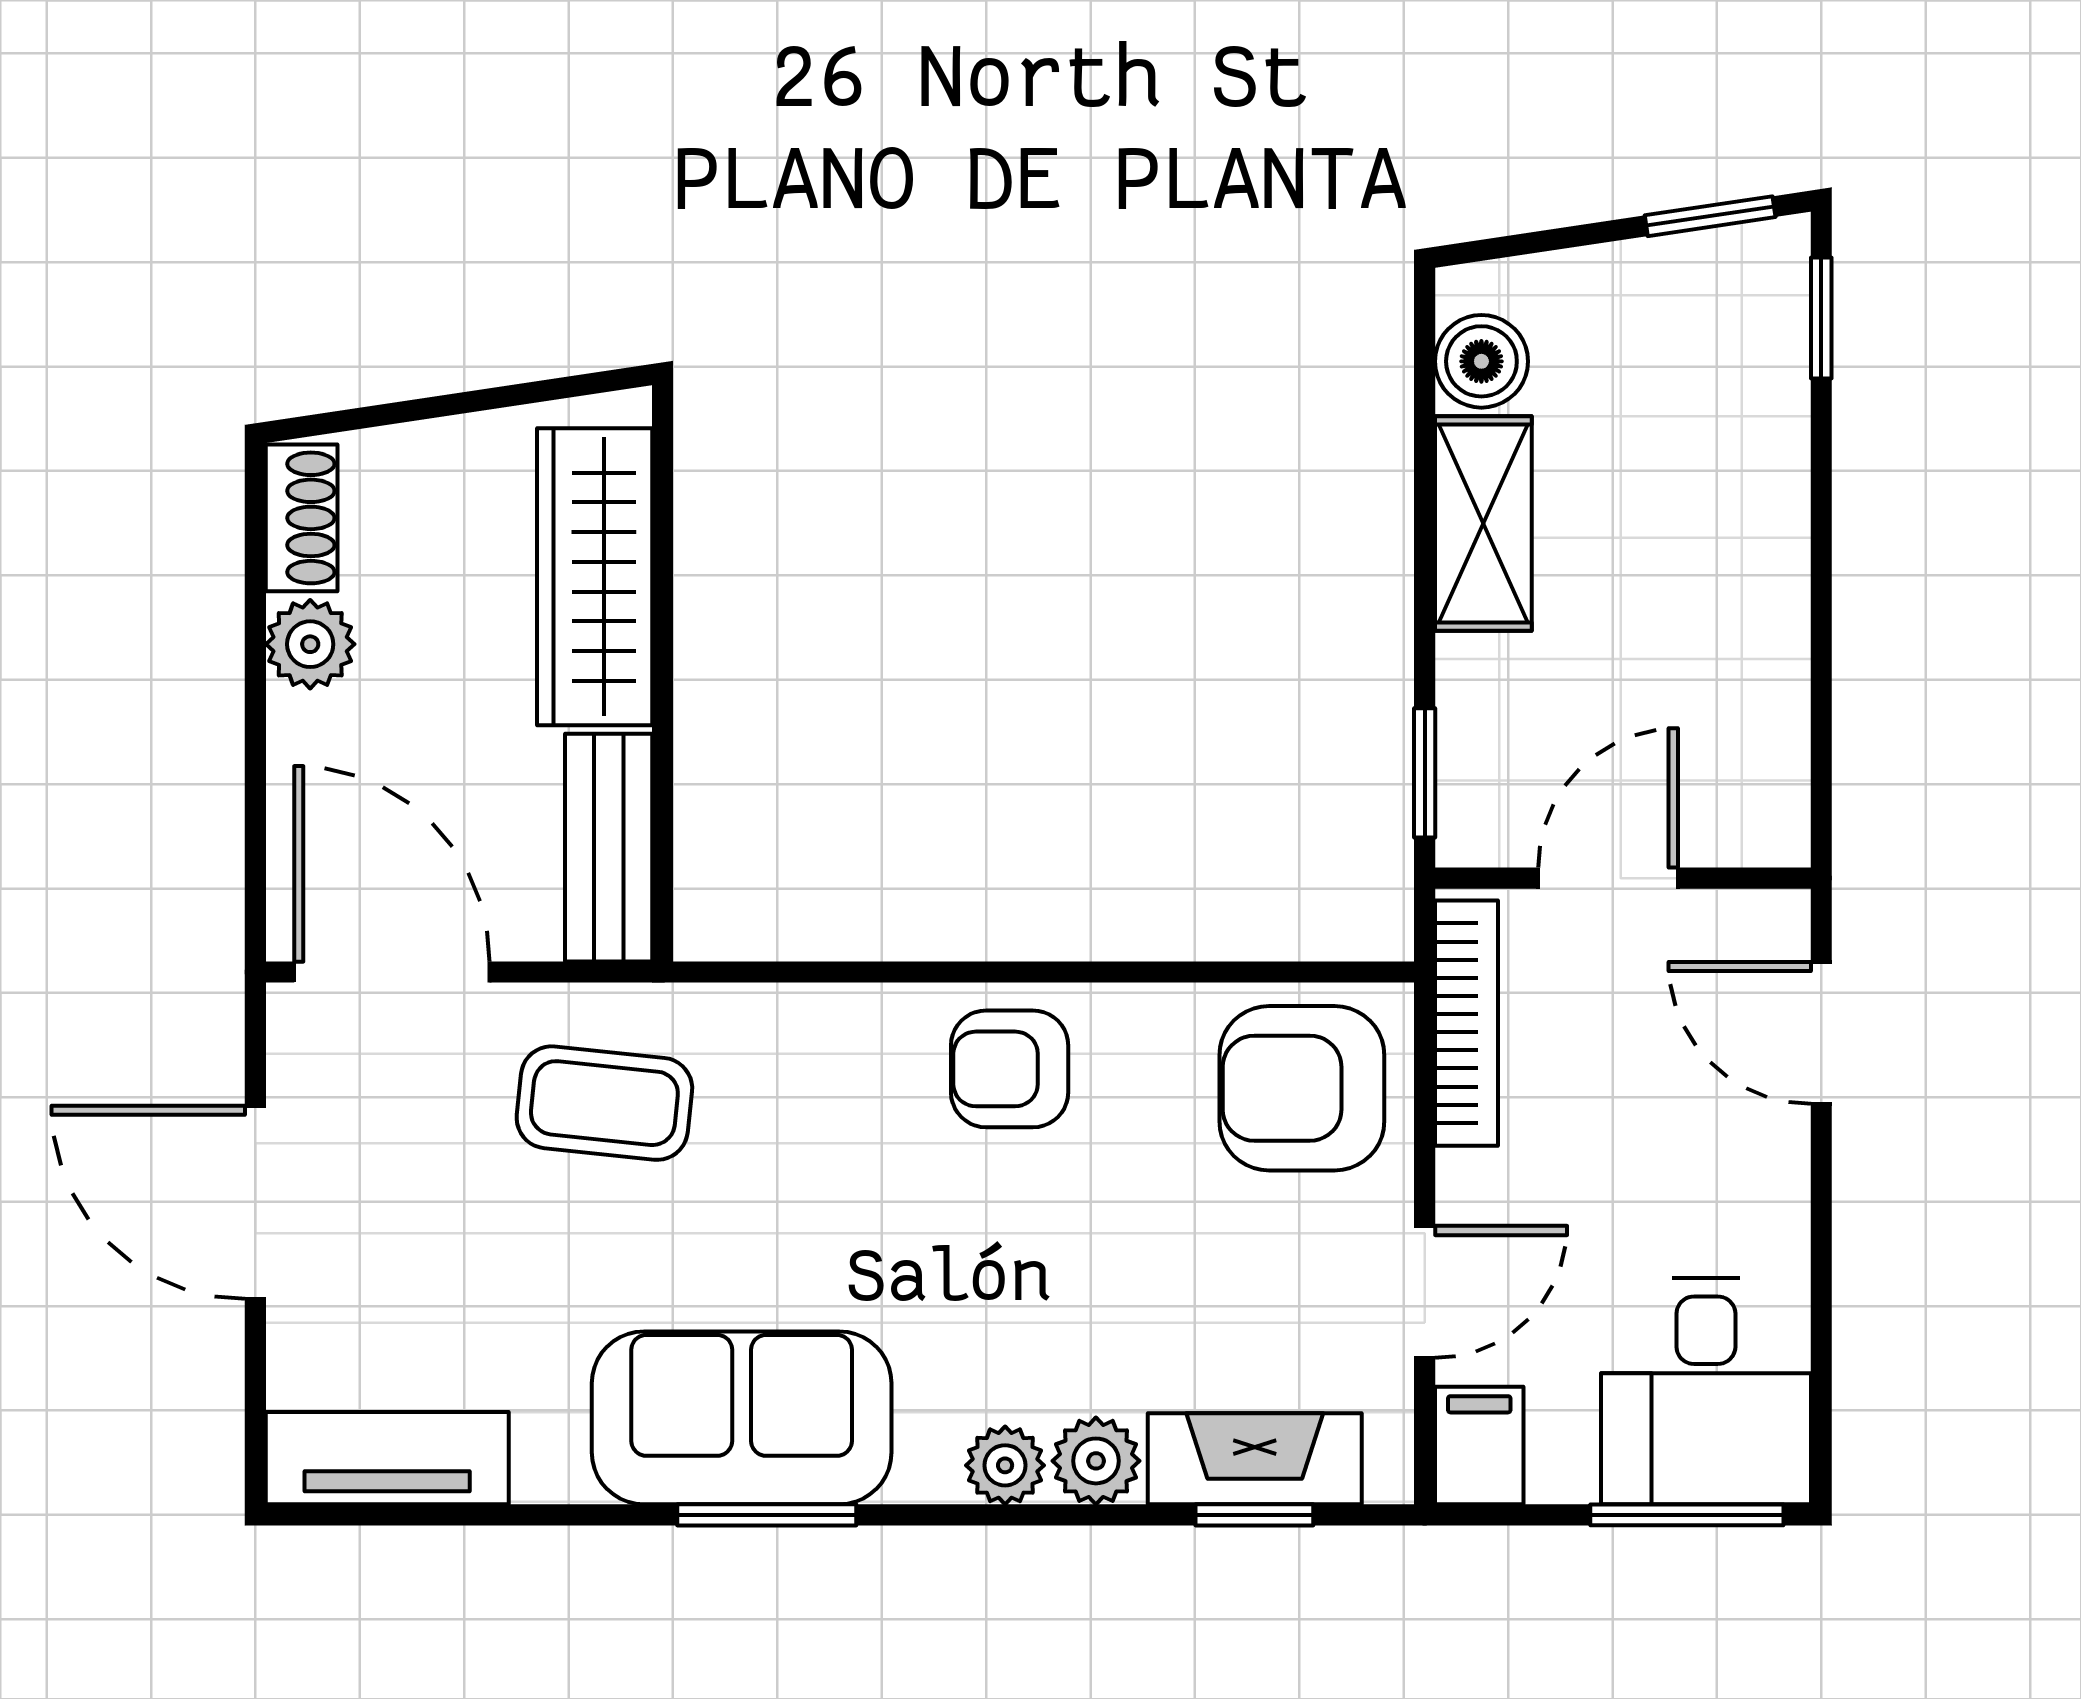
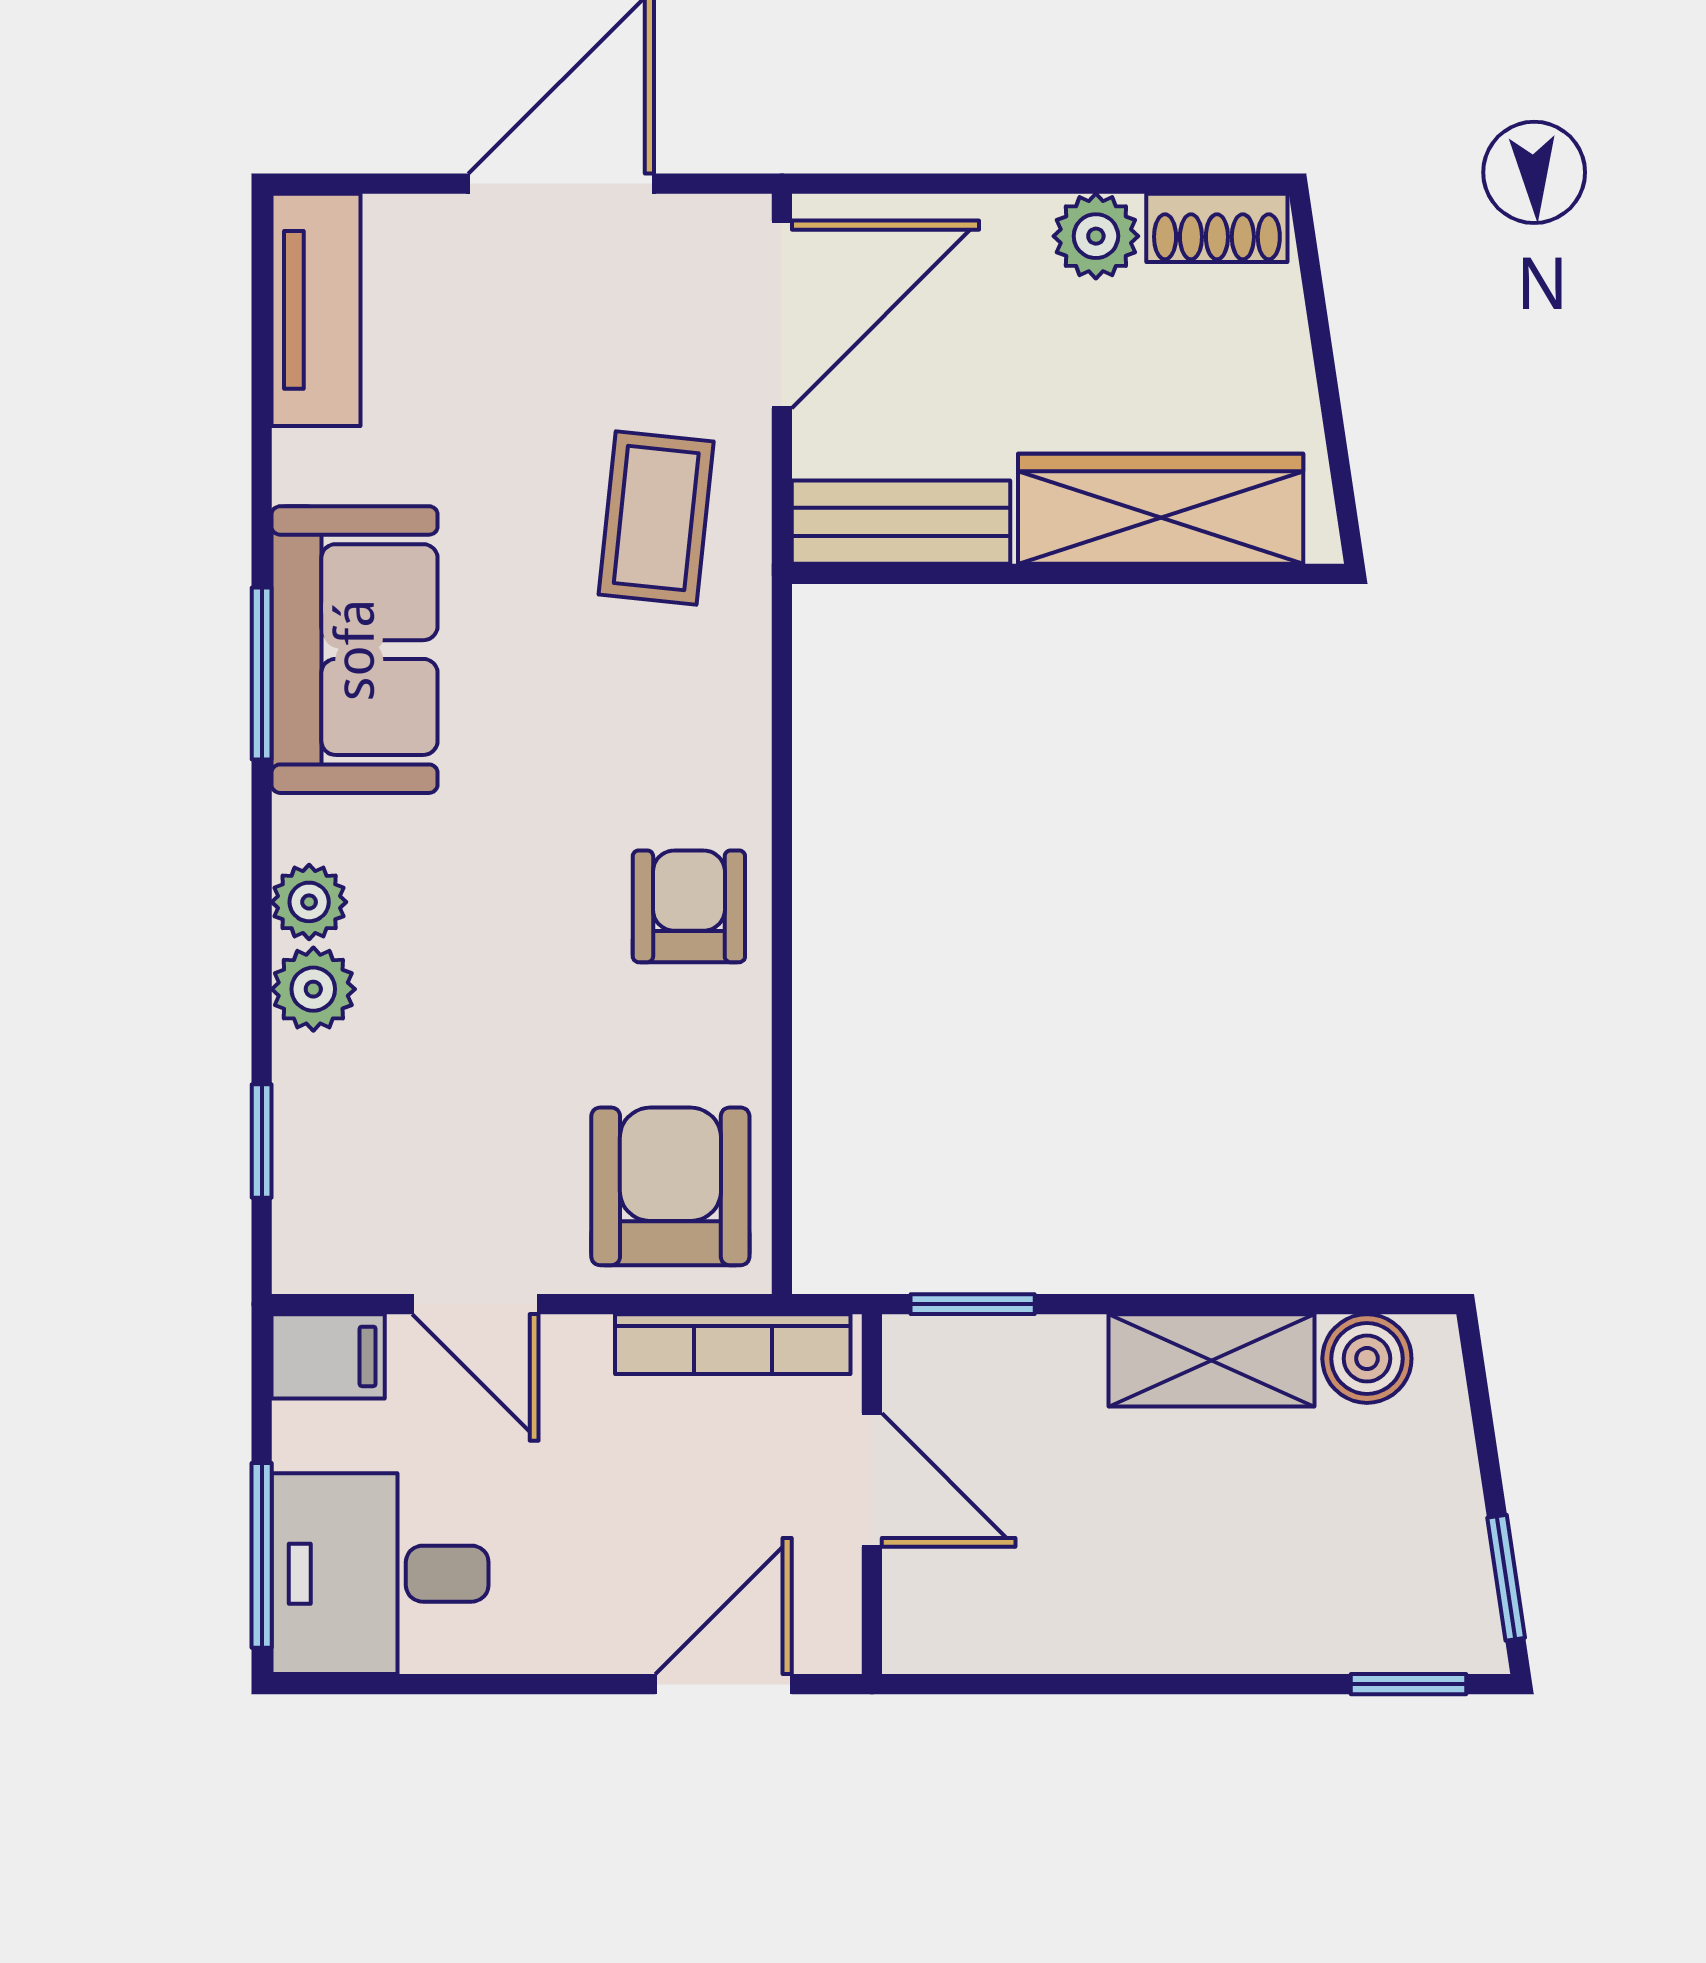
fireplace: (1255, 1459) -> (315, 1141), removed

